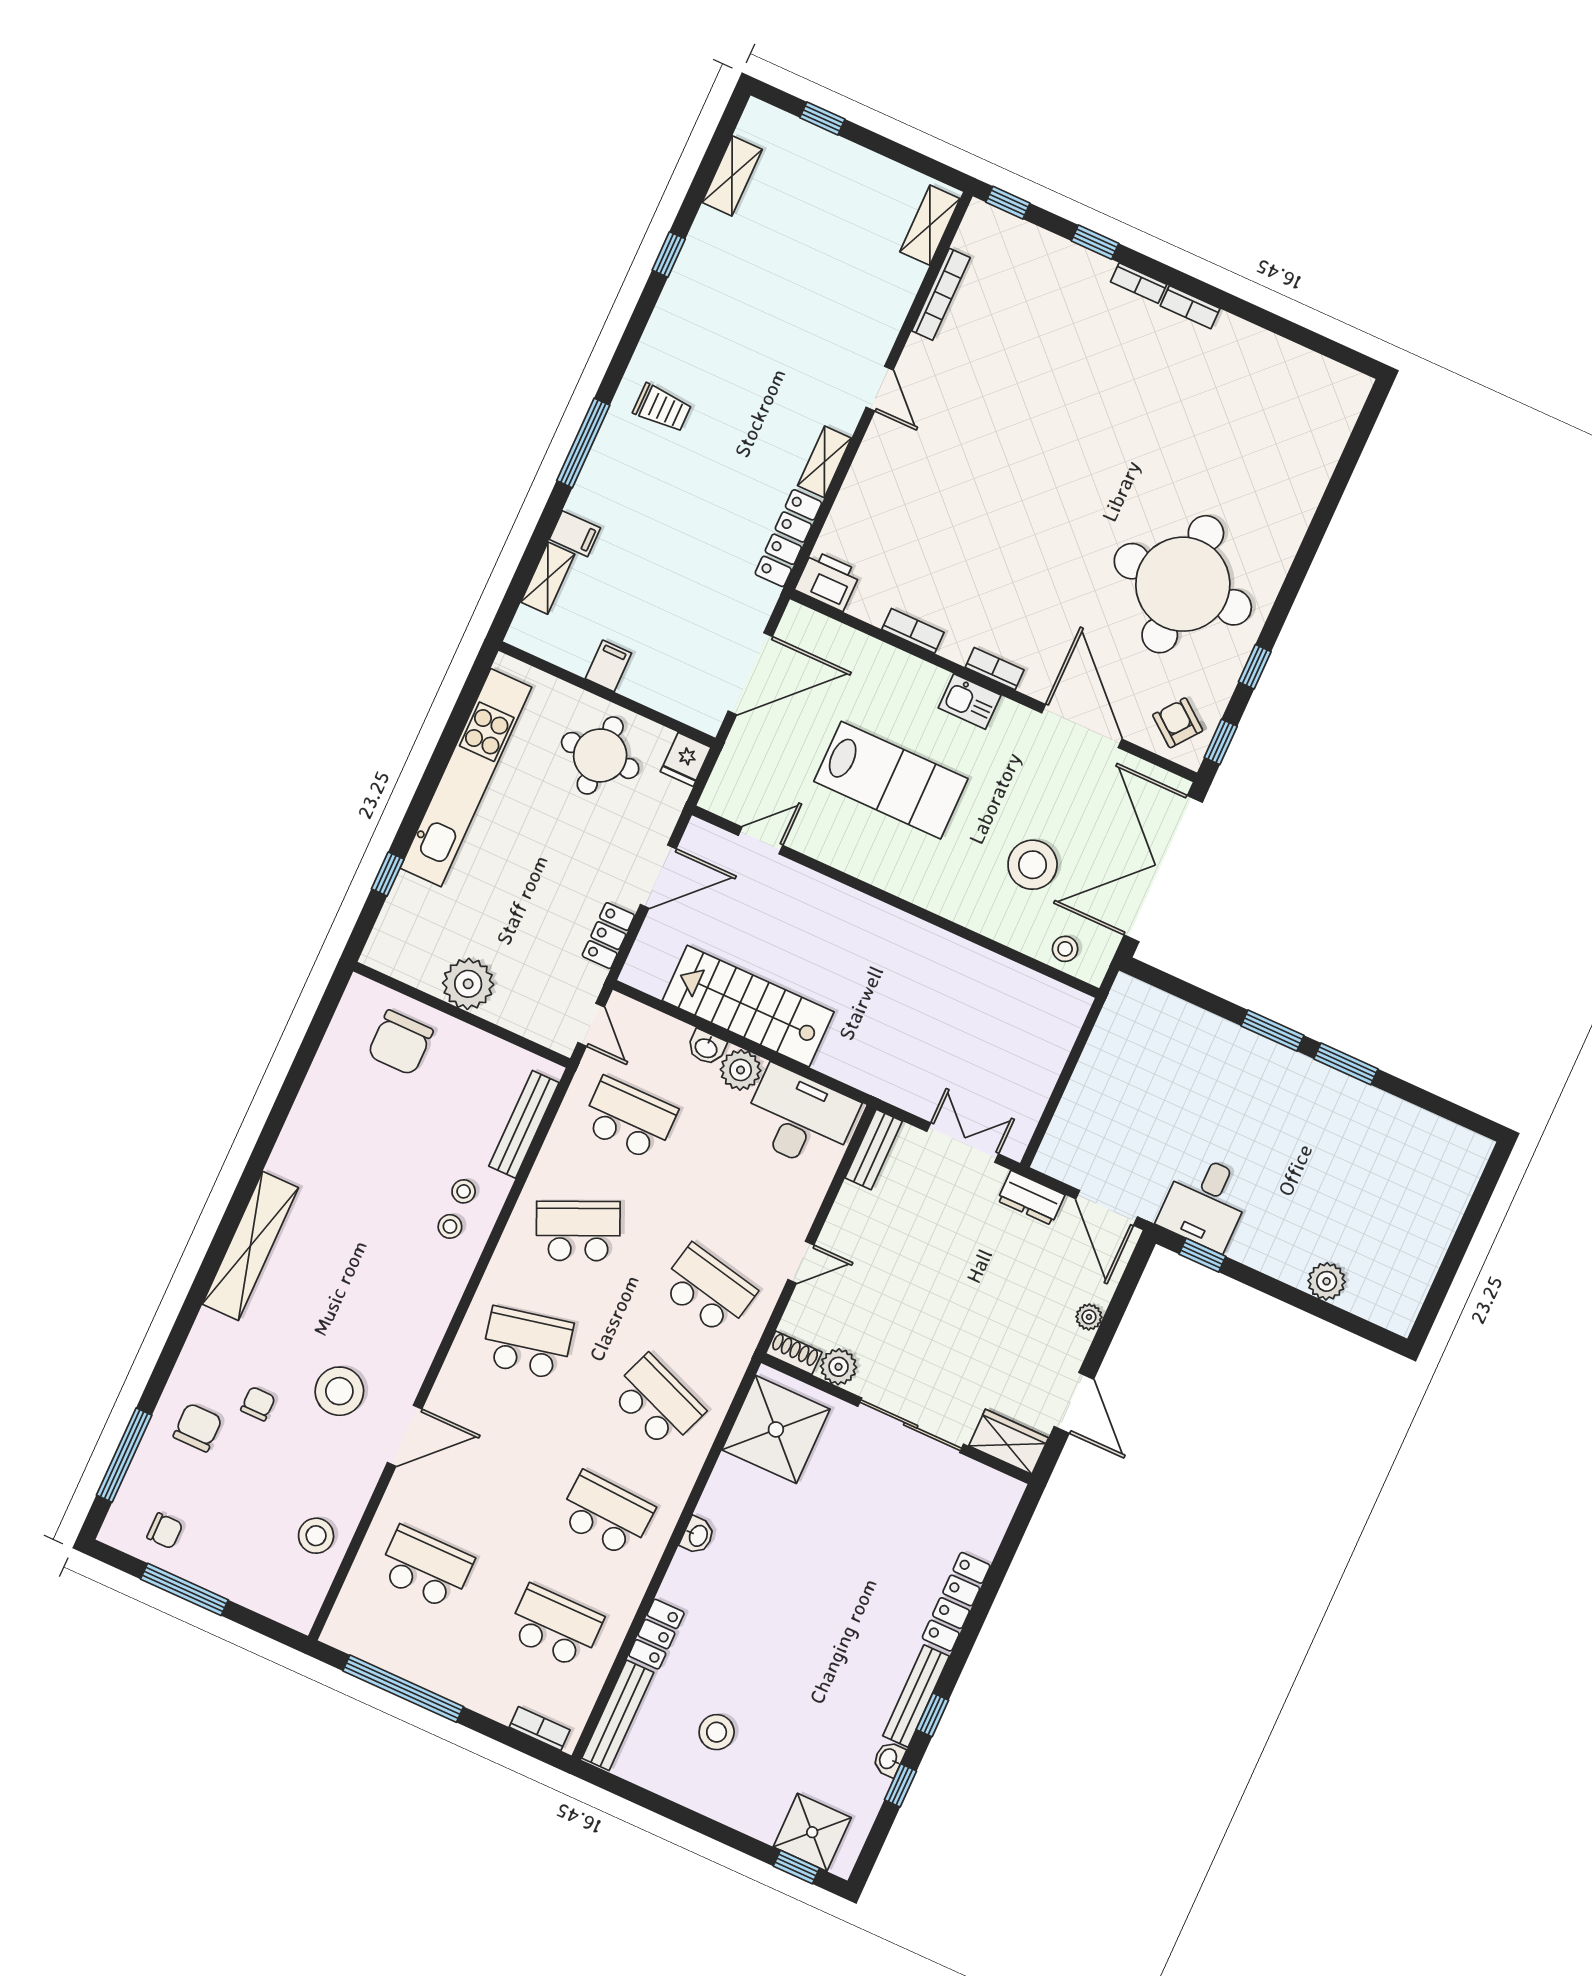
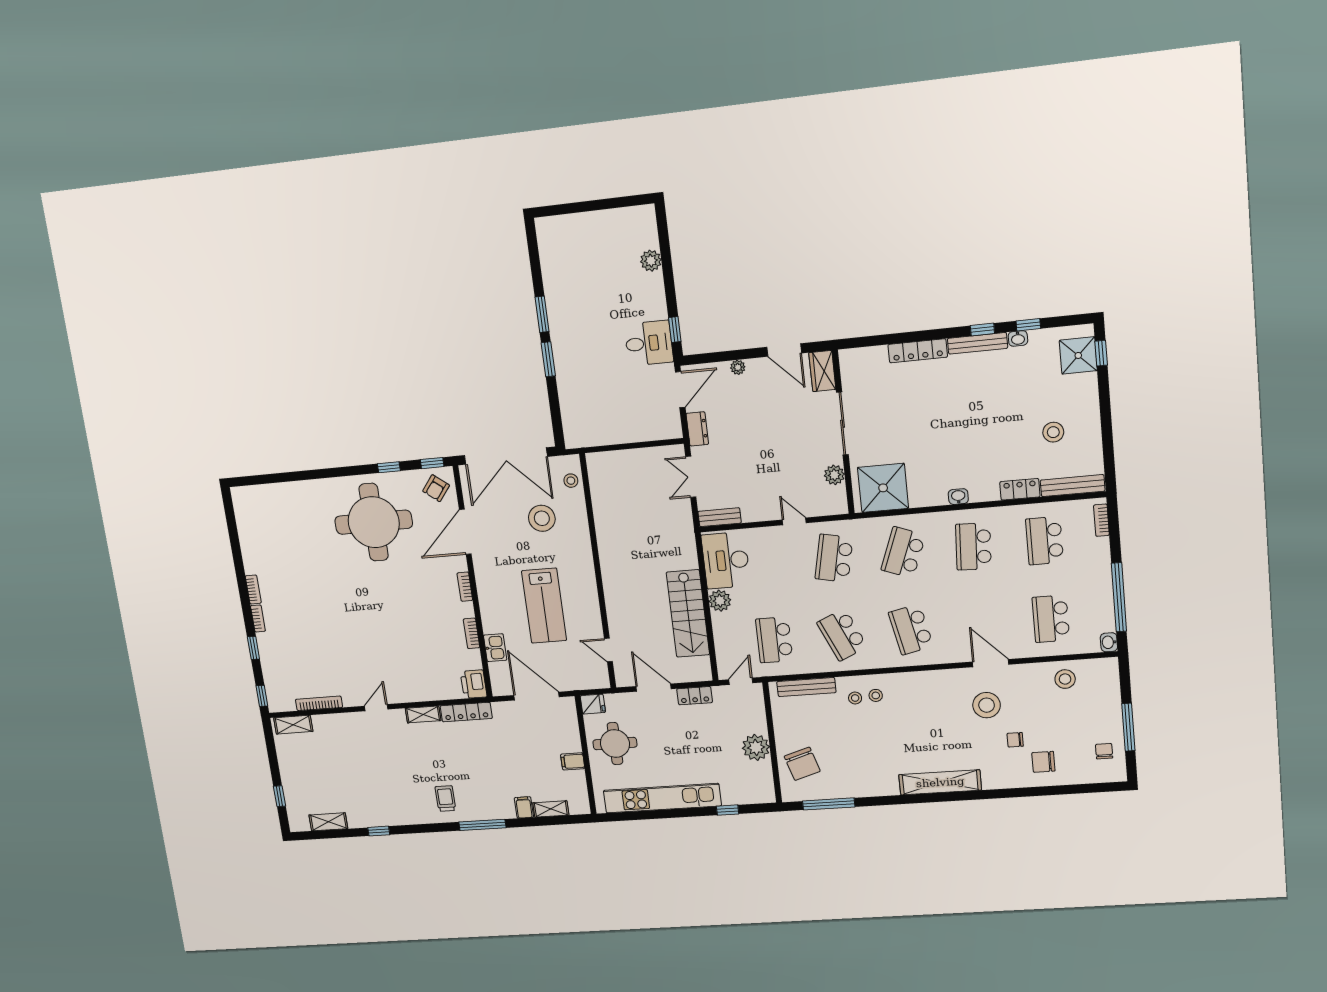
kitchen sink: (970, 702) -> (495, 648), moved
lab bench: (891, 780) -> (544, 606), turned 180
chair: (400, 1043) -> (802, 764), turned 73
washbasin: (706, 1047) -> (1109, 642), moved, turned 180
shoe rack: (794, 1353) -> (840, 500), removed
door: (1074, 1403) -> (784, 350), swing flipped
window: (124, 1455) -> (829, 804), moved

